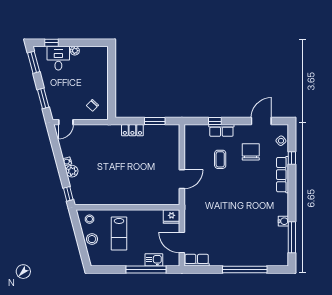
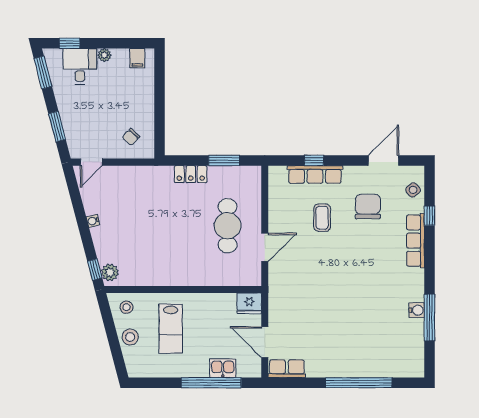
filing cabinet: (97, 53) -> (137, 58), added
row of seats: (221, 130) -> (315, 174), width x1.48
cafe table: (157, 165) -> (228, 226), added
plant: (72, 171) -> (110, 272), moved
window: (292, 237) -> (429, 317), moved

